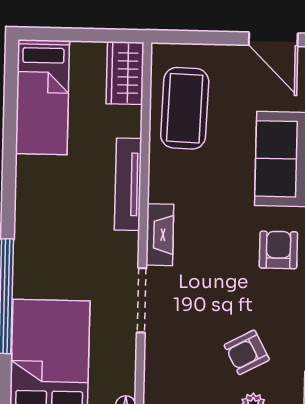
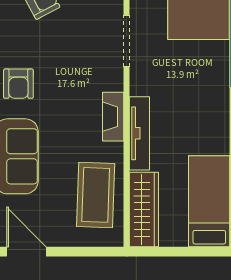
wardrobe: (125, 73) -> (144, 209), width x1.50
fireplace: (160, 235) -> (113, 117), moved

